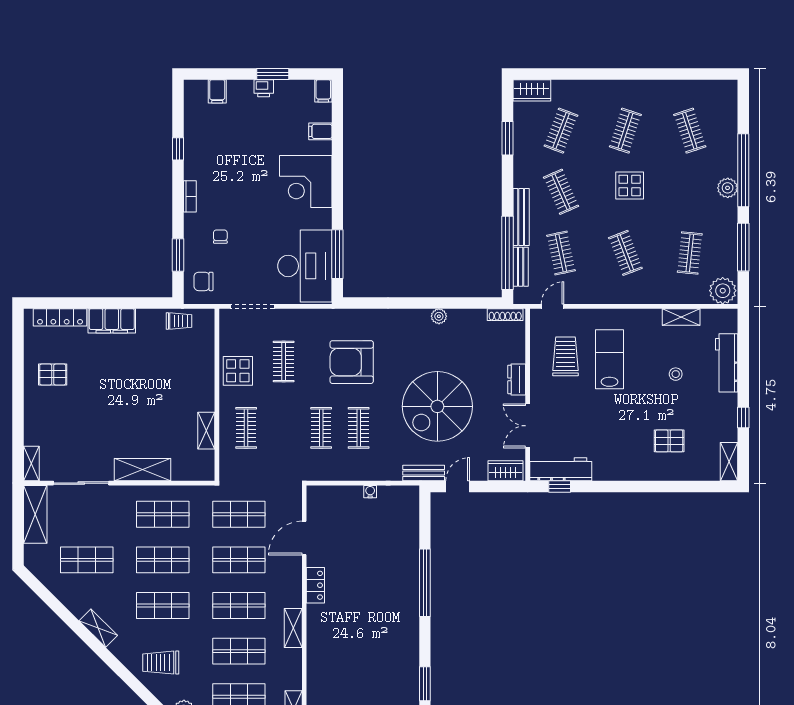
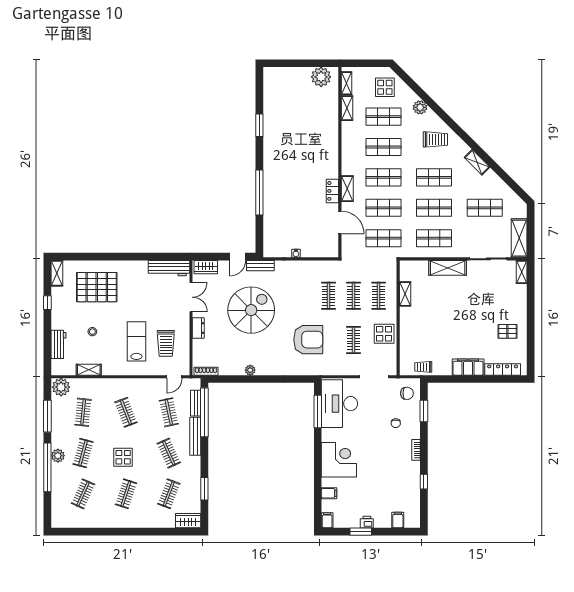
clothes rail: (690, 131) -> (83, 494), turned 42
clothes rail: (690, 192) -> (83, 453), added
lab bench: (609, 359) -> (136, 341), turned 180
workbench: (727, 363) -> (58, 344), width x0.73
clothes rail: (359, 428) -> (354, 296), moved
pallet: (669, 441) -> (97, 287), width x2.05, depth x2.00
window: (560, 486) -> (170, 257), removed
door: (304, 538) -> (340, 222), hinge flipped
shelving: (293, 628) -> (347, 189), moved

